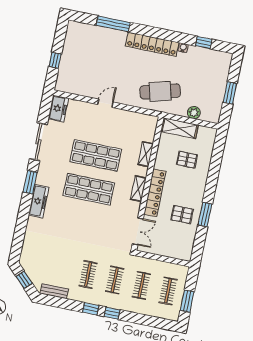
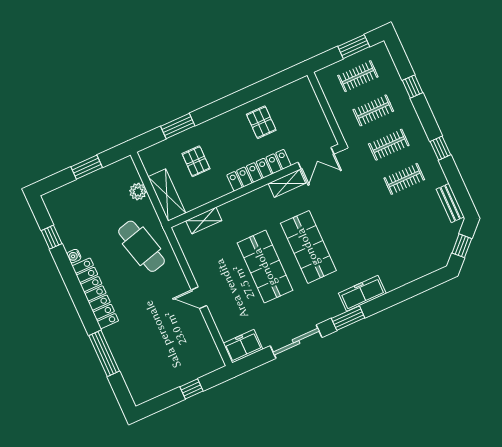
shelving: (146, 154) -> (204, 221), moved
shelving: (138, 189) -> (287, 183), moved
window: (205, 214) -> (178, 126), moved
double door: (138, 231) -> (316, 158), swing flipped
window: (112, 313) -> (413, 86), moved

